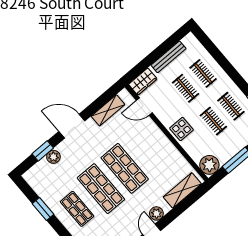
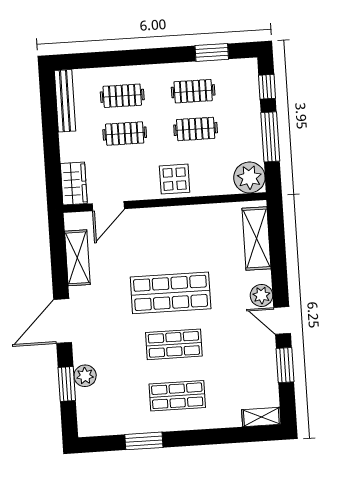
bench: (169, 57) -> (65, 101), moved
shop shelf: (101, 189) -> (174, 344), width x0.70, depth x0.74

